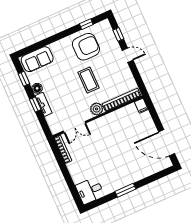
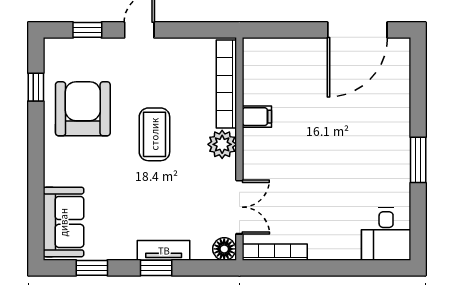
coffee table: (88, 80) -> (154, 134), turned 90
floor lamp: (37, 88) -> (224, 249), moved
filing cabinet: (141, 106) -> (257, 117), moved

